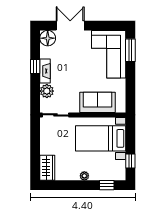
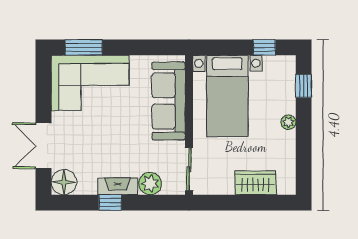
sofa: (97, 102) -> (169, 101), width x1.36
wardrobe: (47, 168) -> (256, 183), moved

